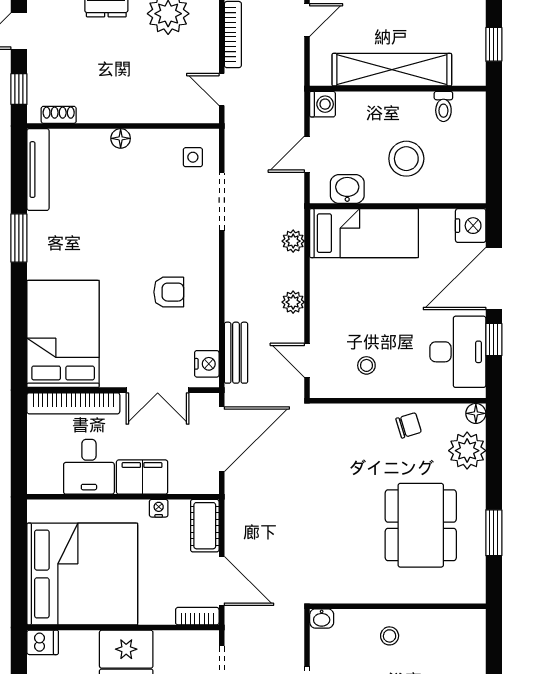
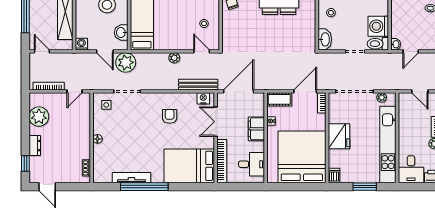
window: (19, 89) -> (74, 187), removed
tv unit: (38, 170) -> (132, 178), moved
window: (19, 238) -> (144, 187), width x2.11
plant: (293, 241) -> (126, 62), moved, width x1.88, depth x1.88
bench: (236, 353) -> (198, 85), width x1.36
door: (307, 360) -> (202, 51), swing flipped
double door: (158, 390) -> (216, 122), swing flipped
door: (222, 439) -> (239, 91), hinge flipped
desk: (89, 467) -> (252, 164), moved
washbasin: (322, 618) -> (325, 39), width x1.91, depth x1.45

